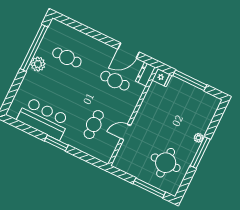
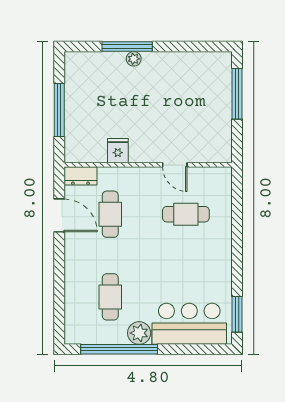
fridge: (162, 78) -> (118, 151), moved
bar counter: (44, 119) -> (189, 324), moved, turned 90
window: (56, 143) -> (237, 314), moved
window: (200, 153) -> (127, 47), moved
round table: (166, 163) -> (191, 88), removed

